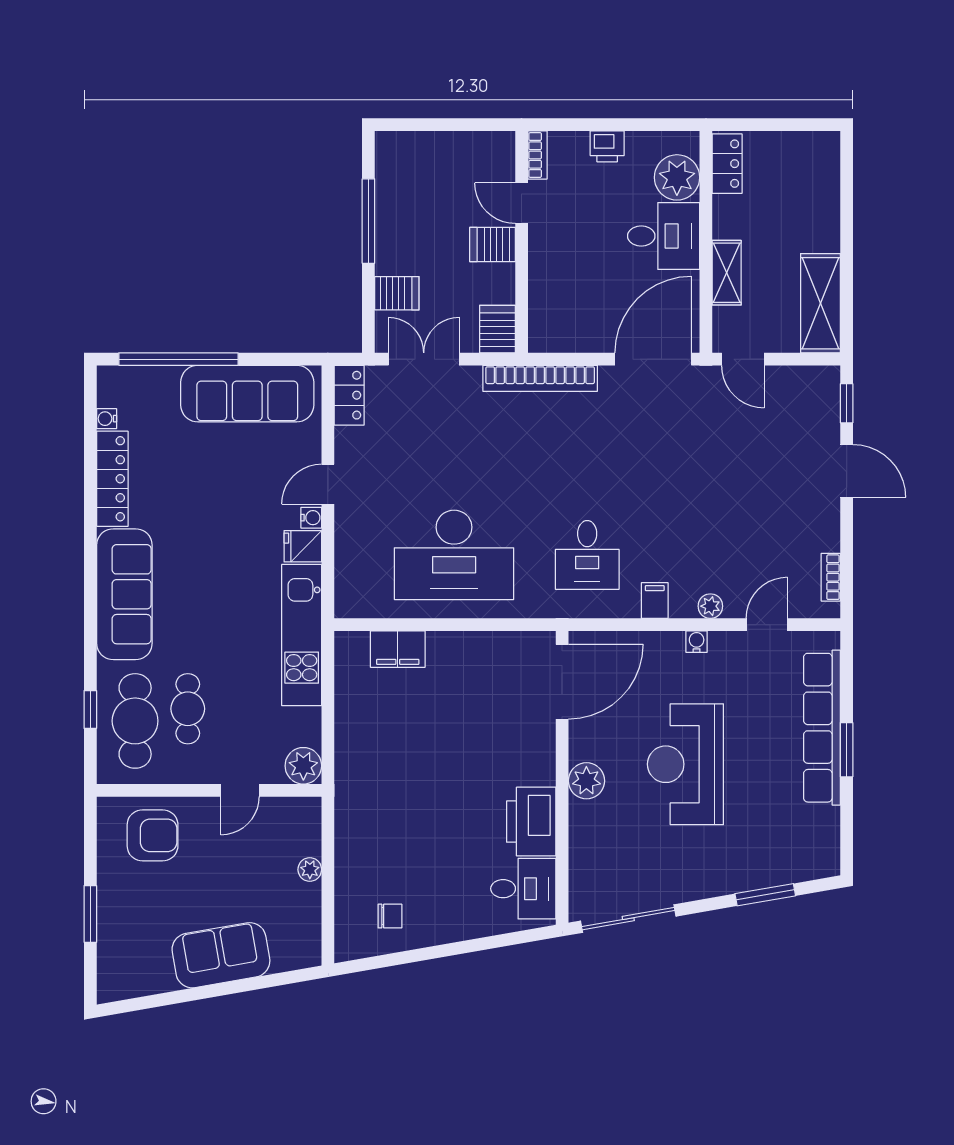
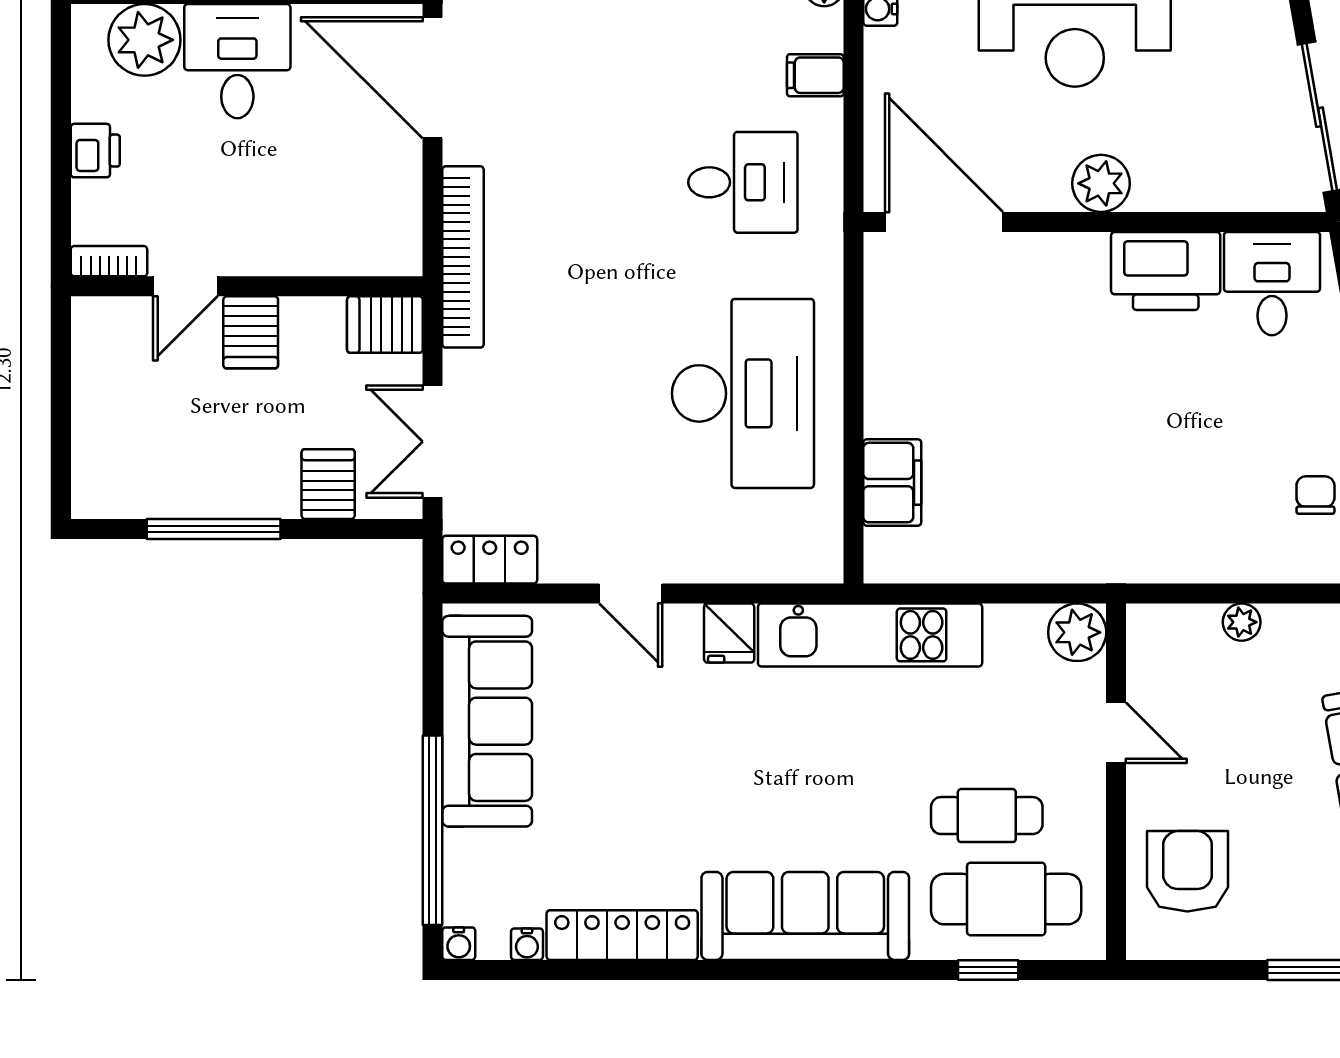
water cooler: (311, 518) -> (459, 944), moved, turned 180

